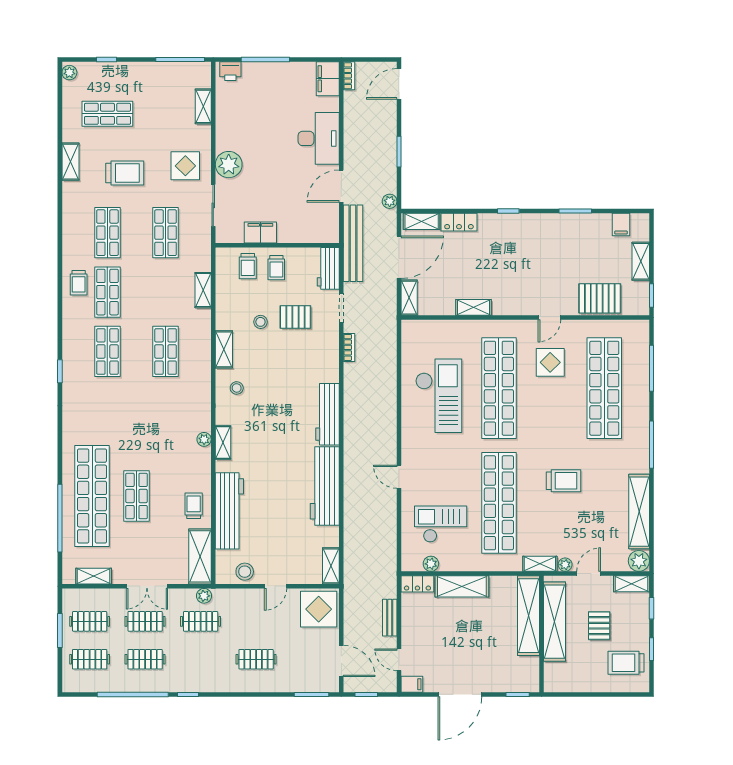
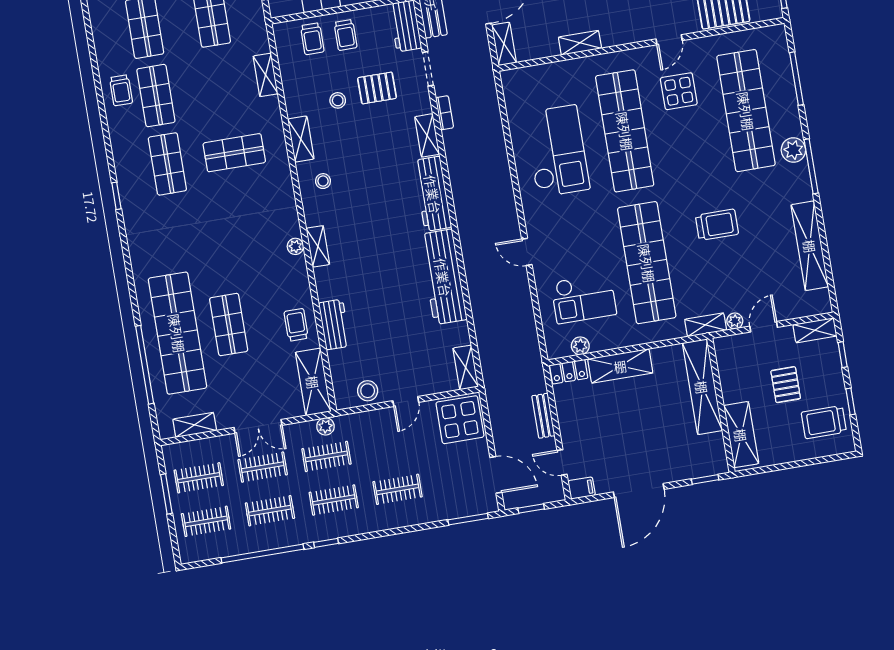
shop shelf: (166, 351) -> (234, 153), turned 90
shelving: (331, 364) -> (427, 135), added
workbench: (229, 511) -> (334, 325), width x0.53, depth x0.76
checkout: (441, 524) -> (584, 298), turned 180
plant: (639, 561) -> (793, 150), moved
shelving: (554, 622) -> (741, 435), moved, width x0.68
clothes rail: (201, 659) -> (334, 500), added

